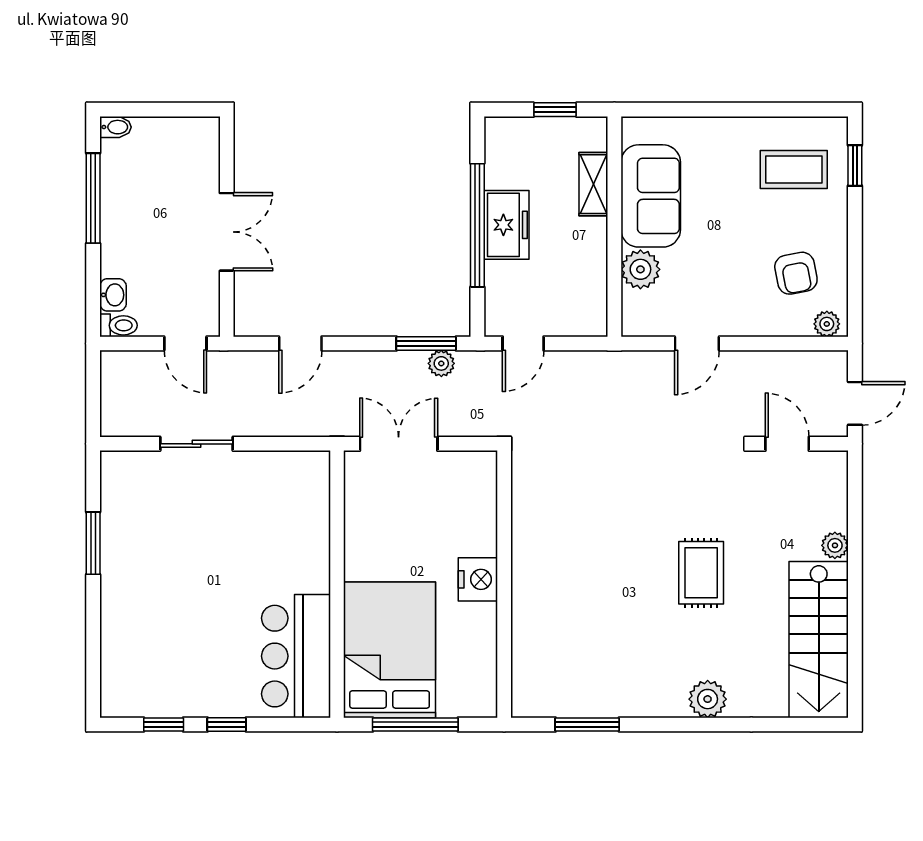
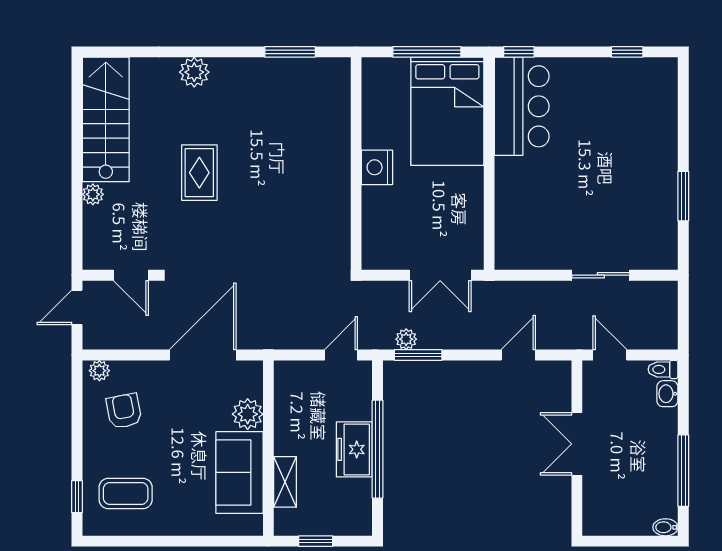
door: (697, 344) -> (203, 355), width x1.88
window: (227, 724) -> (519, 52), moved

